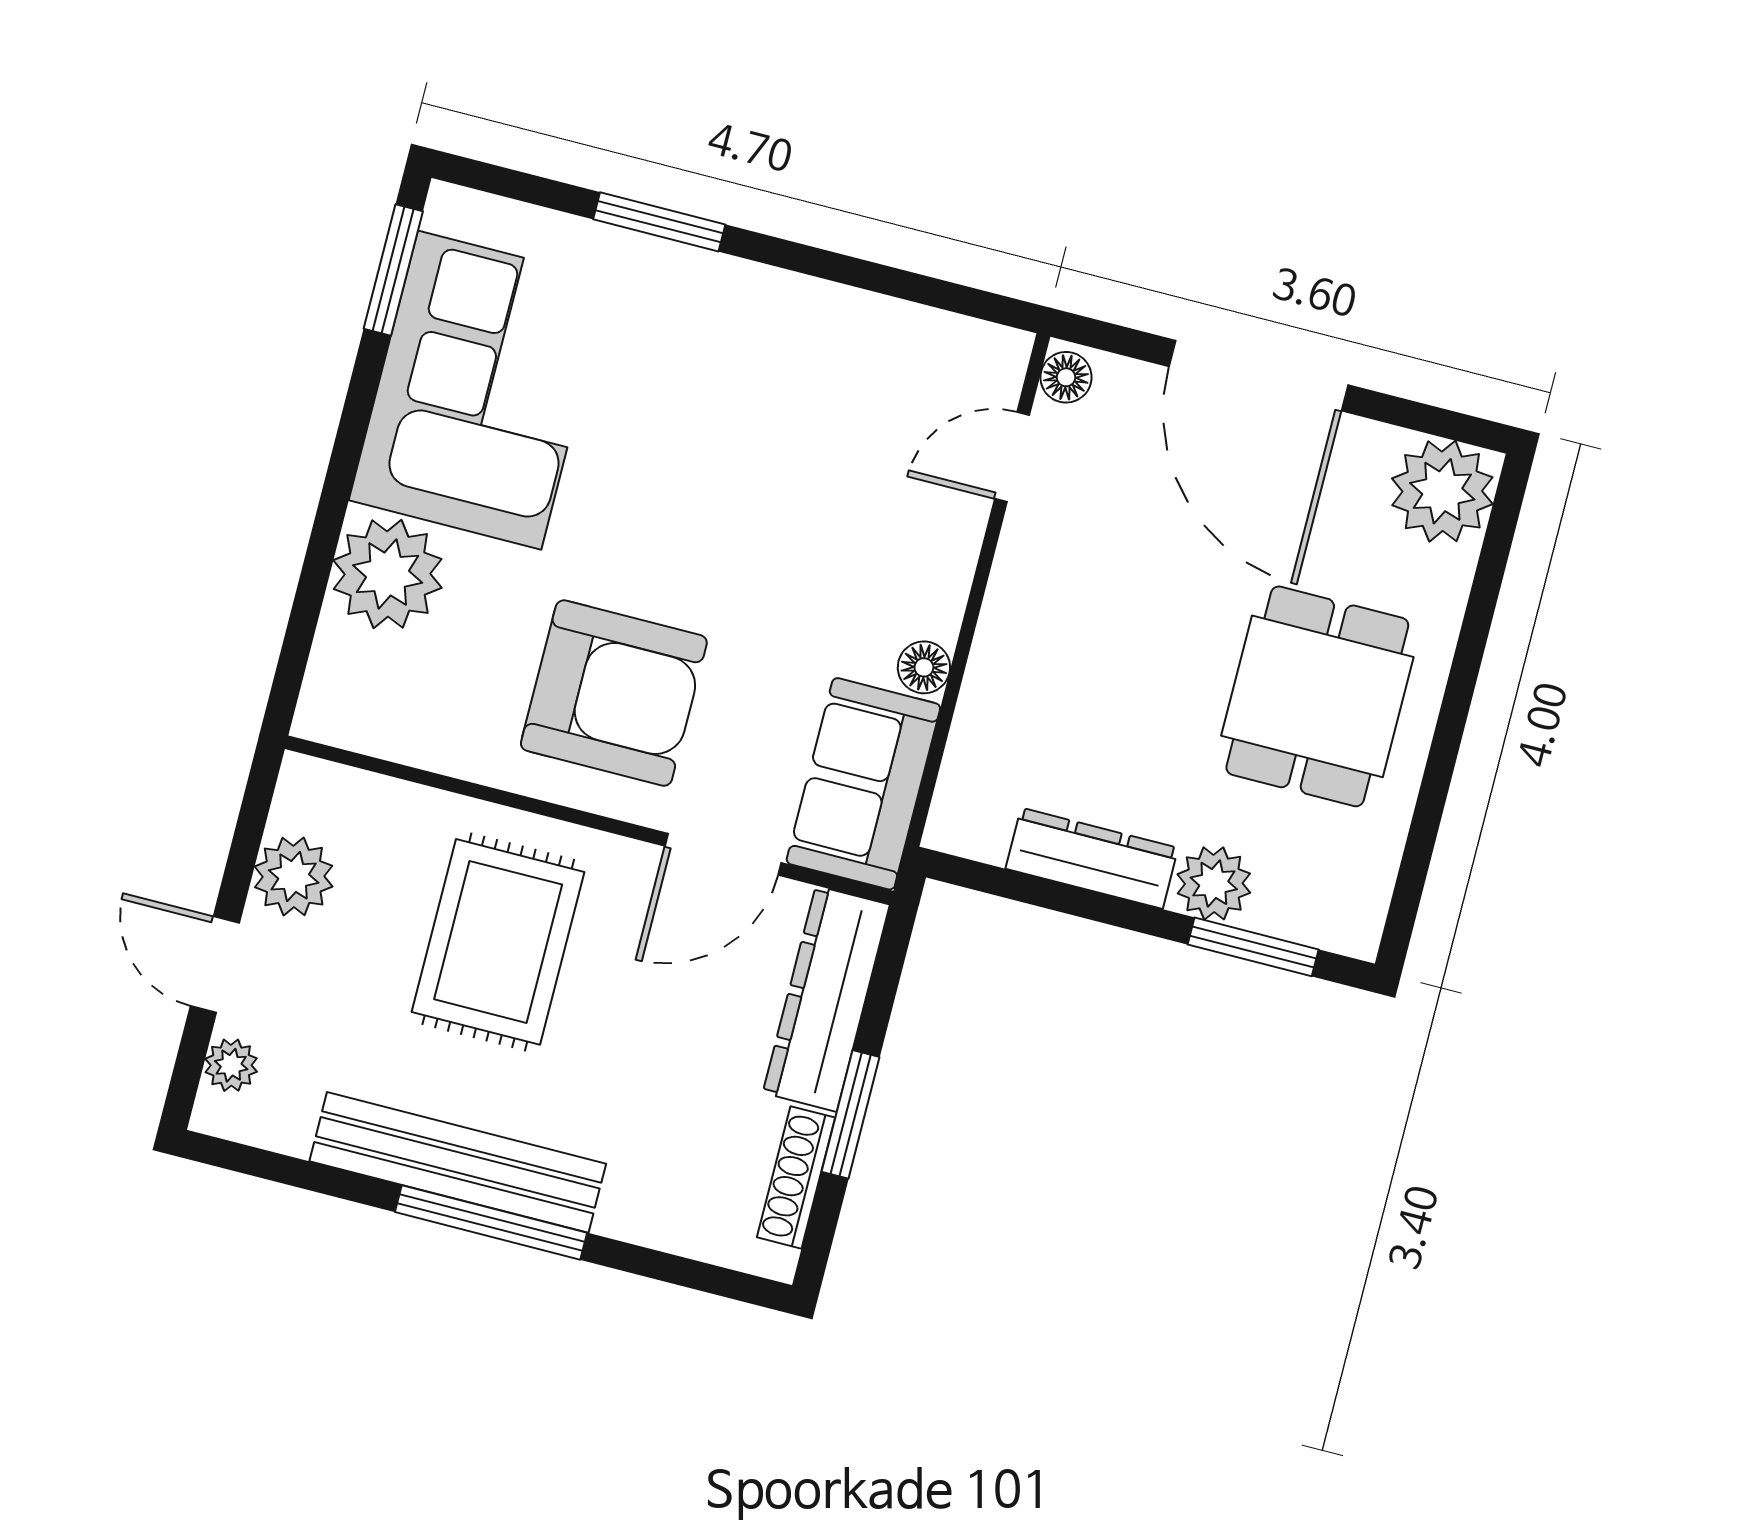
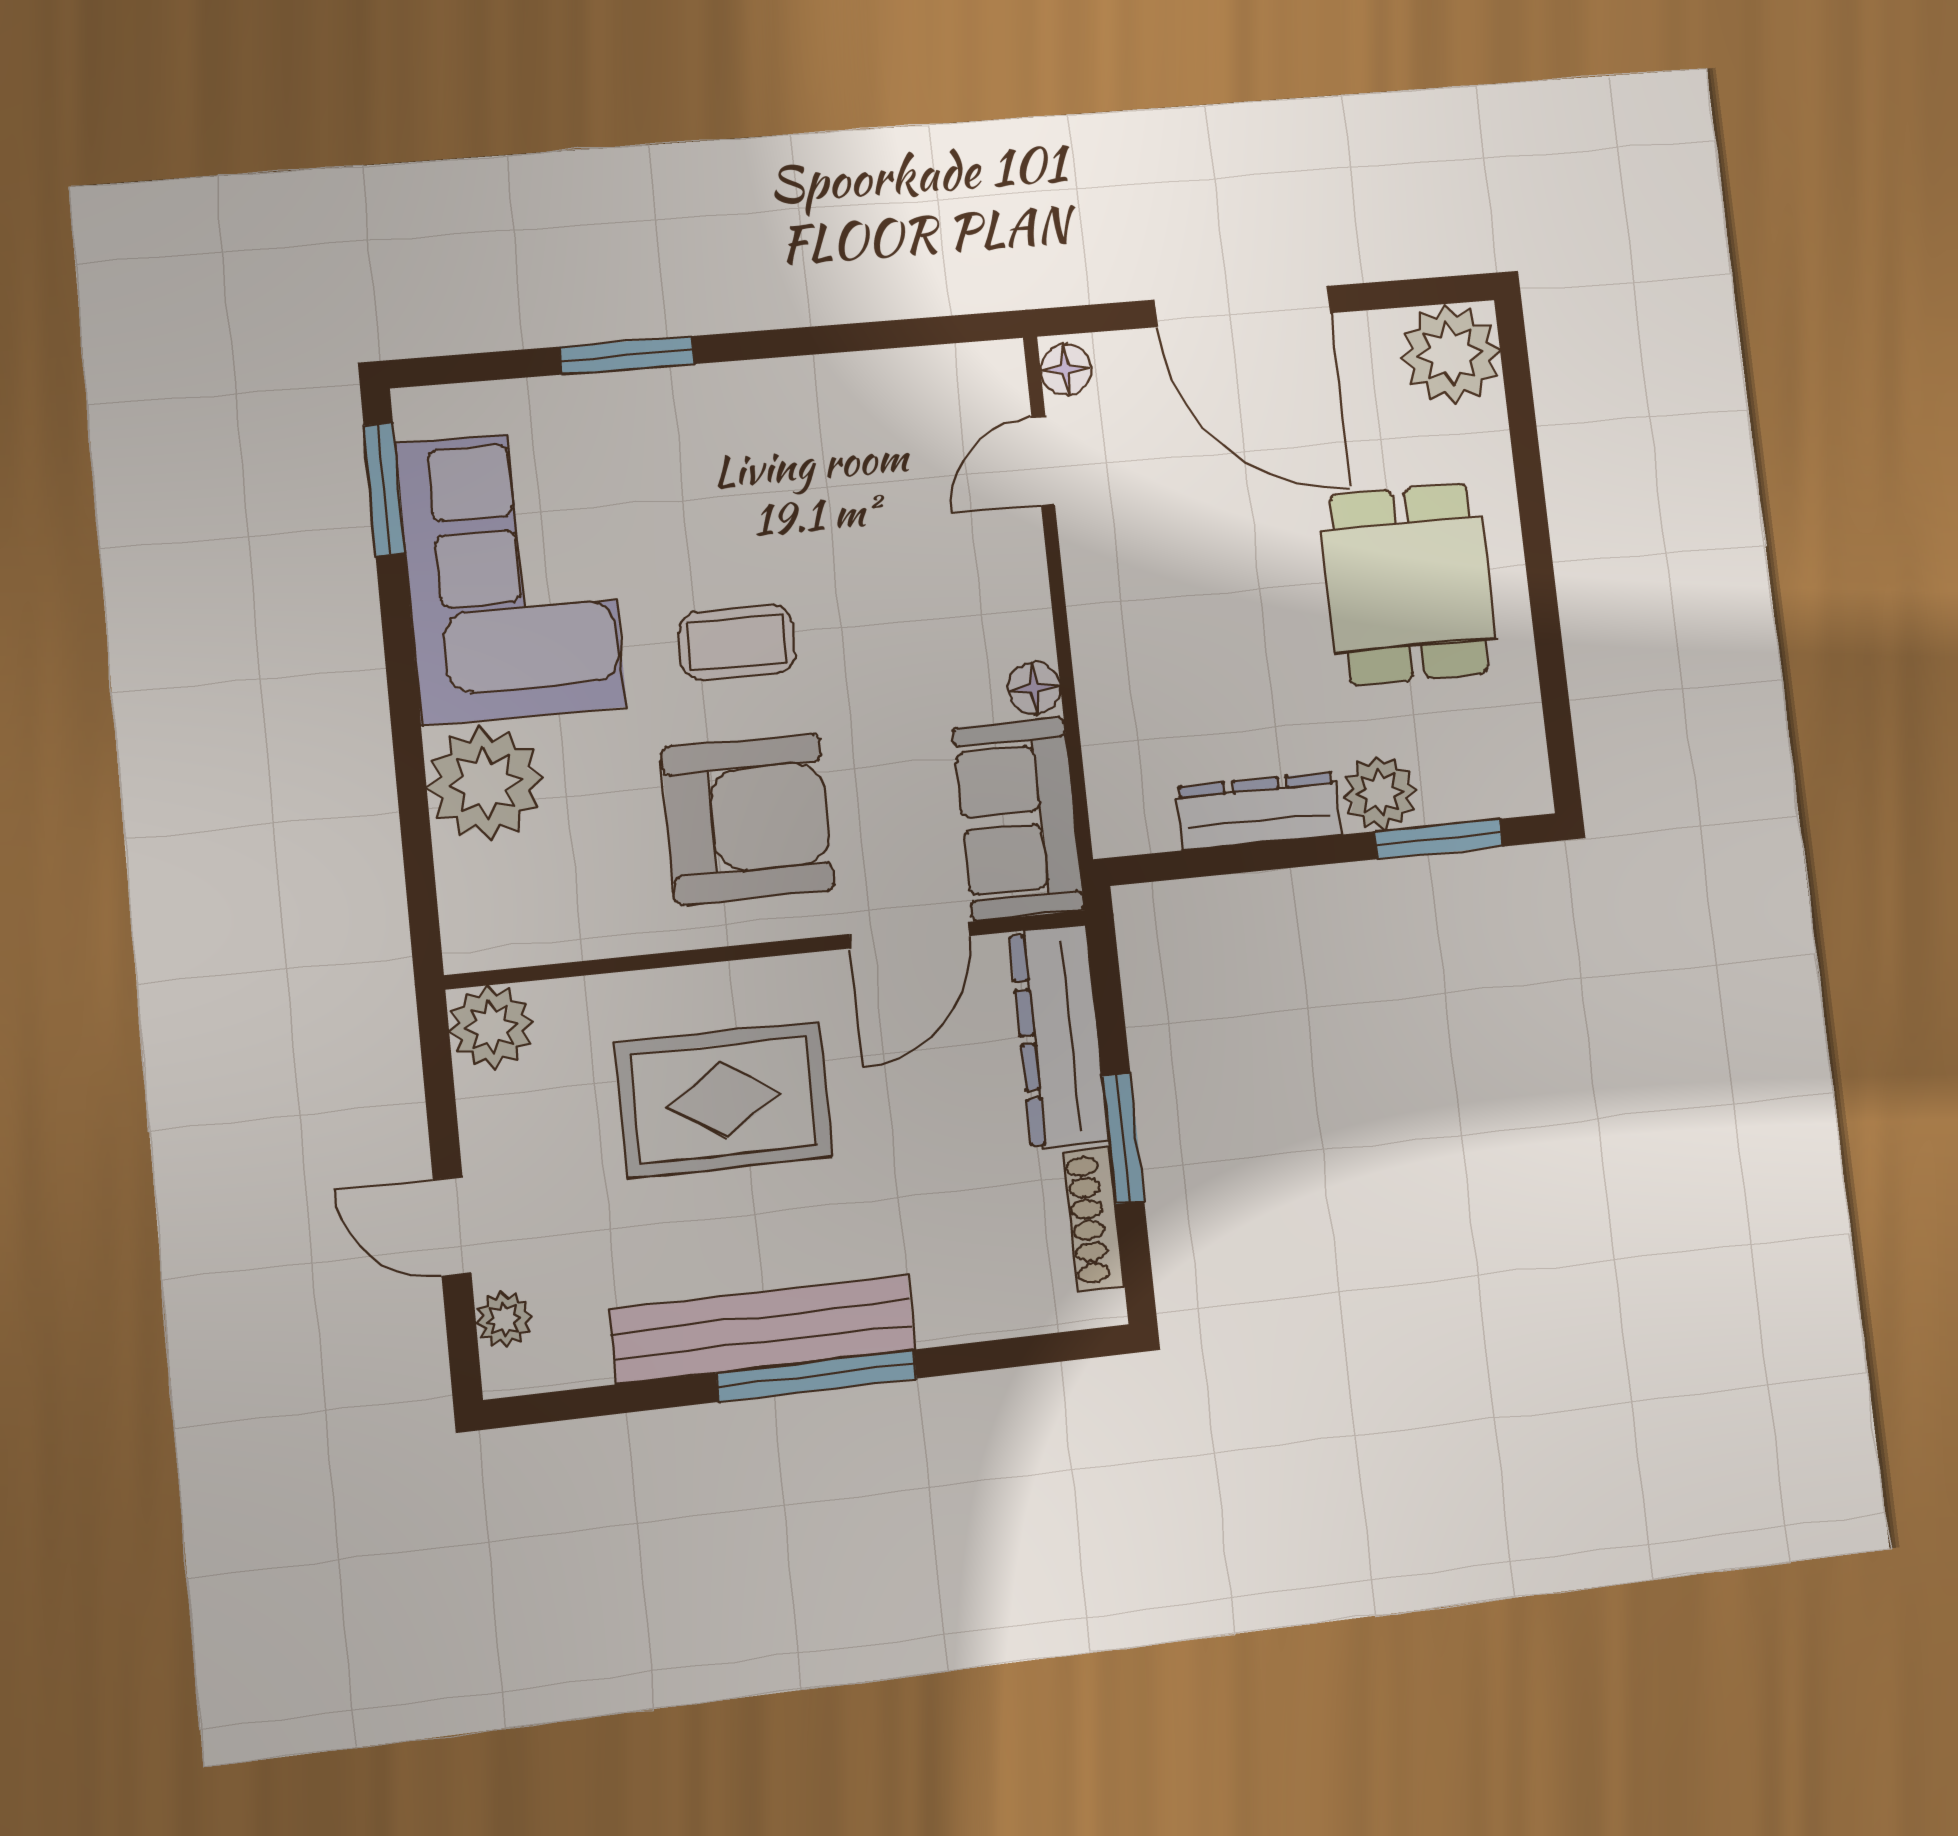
coffee table: (663, 526) -> (737, 642), added
plant: (294, 876) -> (491, 1027), moved
rug: (498, 942) -> (723, 1100), turned 90

